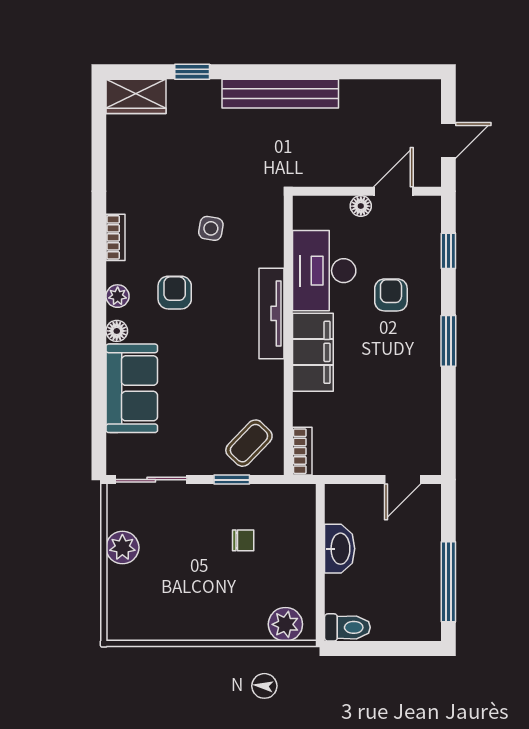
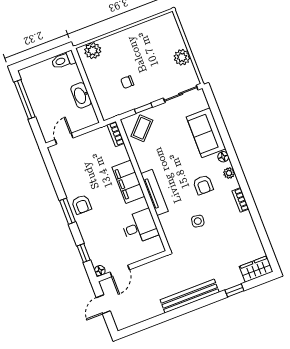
floor lamp: (361, 206) -> (100, 271), moved
desk: (324, 271) -> (140, 227), width x0.73
armchair: (391, 295) -> (82, 204), moved

